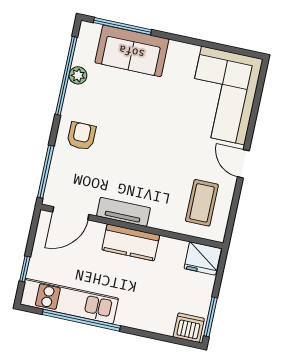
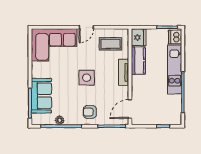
side table: (148, 144) -> (87, 78), added
tv unit: (123, 212) -> (124, 72), moved
door: (71, 213) -> (130, 109), swing flipped
kitchen counter: (131, 242) -> (138, 61), moved
kitchen unit: (69, 301) -> (175, 69), moved

